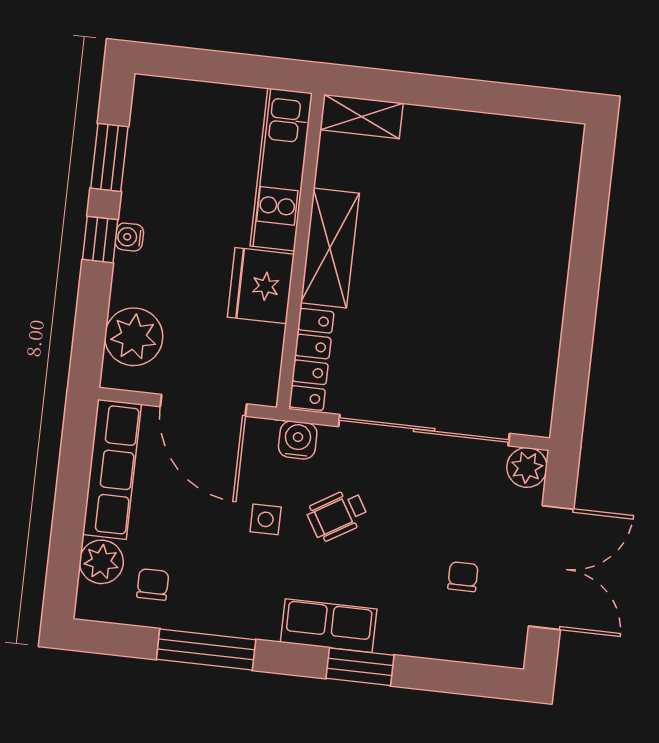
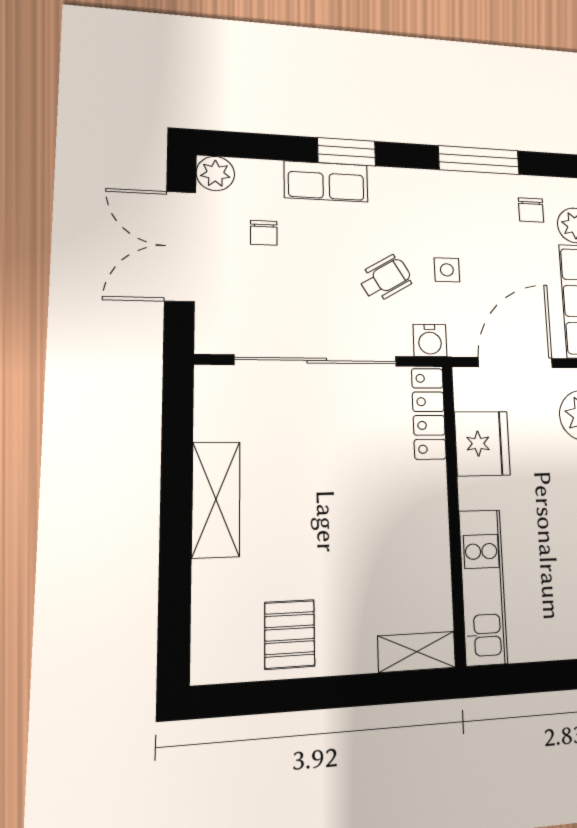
pallet: (486, 155) -> (290, 634), added
shelving: (330, 248) -> (216, 499), moved
fridge: (261, 286) -> (482, 444), moved
door: (203, 405) -> (516, 363), hinge flipped
plant: (527, 467) -> (215, 173), moved
row of seats: (329, 626) -> (326, 181), moved

